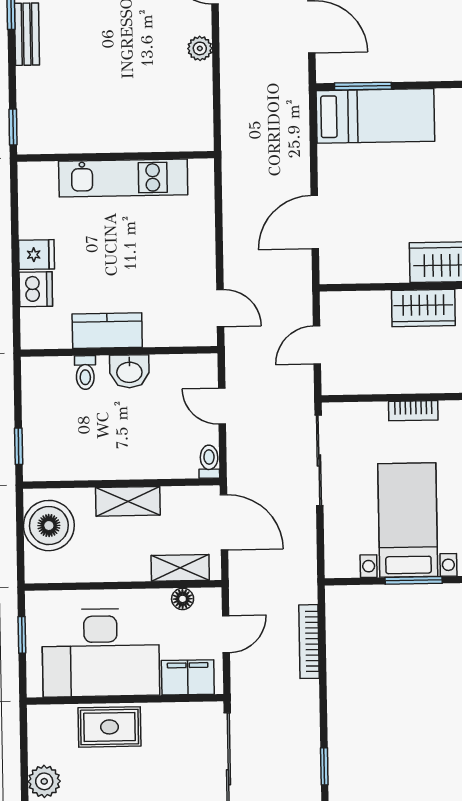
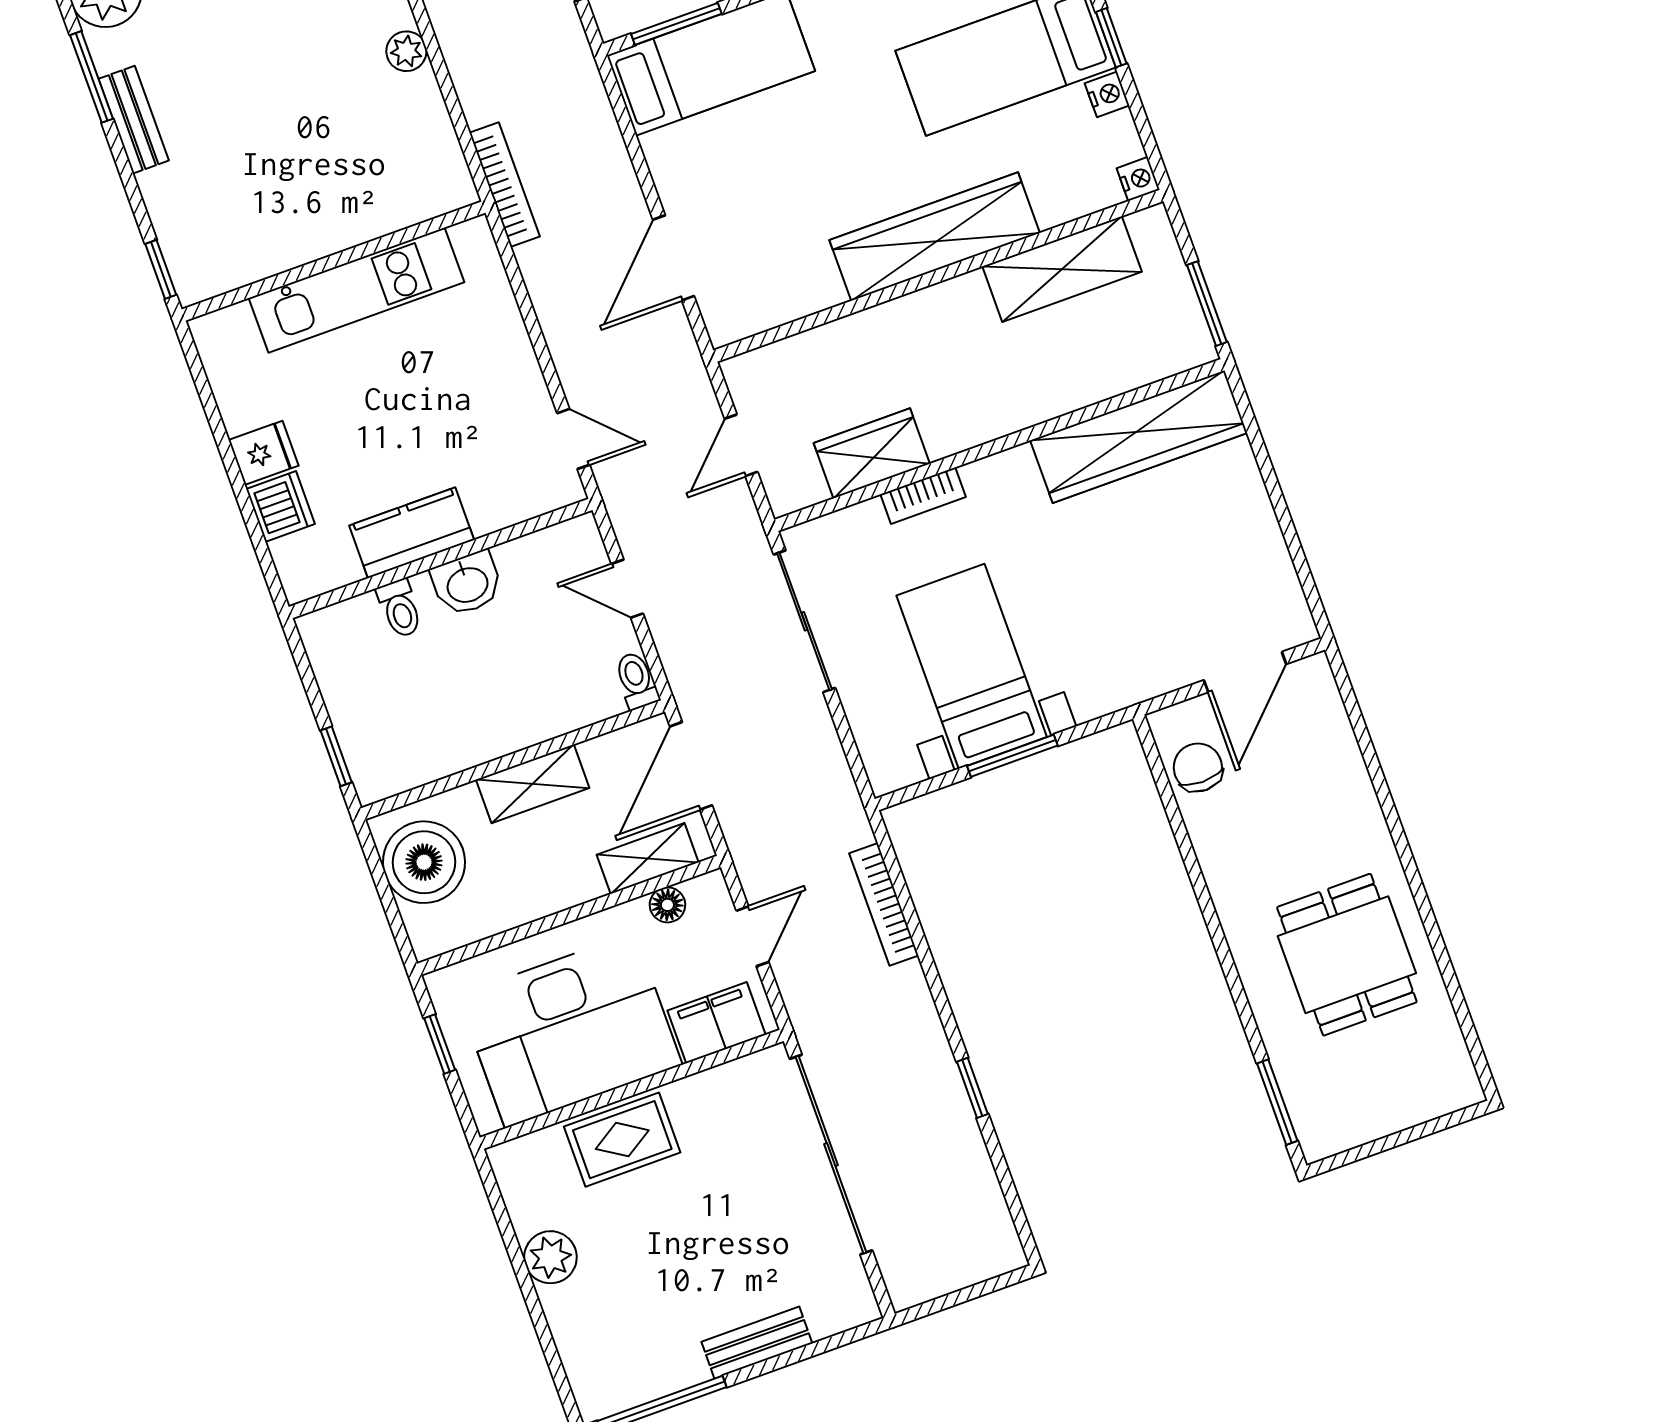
bookcase: (231, 146) -> (505, 185), added
wardrobe: (423, 308) -> (872, 453), moved, turned 180
door: (224, 522) -> (691, 766), swing flipped

